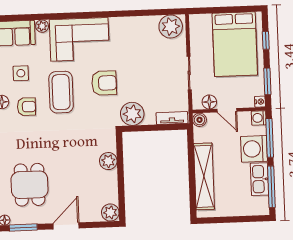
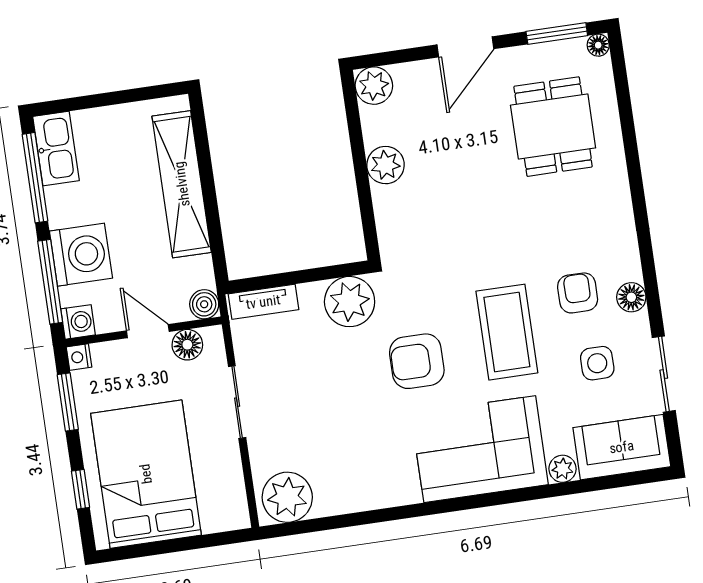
armchair: (26, 107) -> (578, 293), turned 89
plant: (108, 161) -> (386, 165), moved
kitchen sink: (260, 179) -> (56, 149), moved

